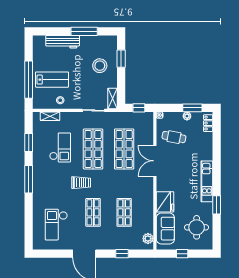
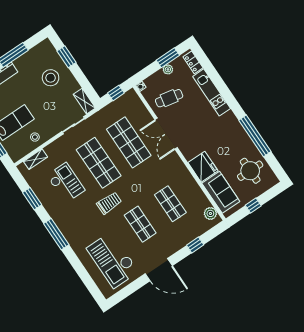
kitchen unit: (207, 181) -> (212, 92), moved
window: (217, 205) -> (255, 136), width x2.11
checkout: (56, 225) -> (113, 260), width x1.36, depth x1.21

